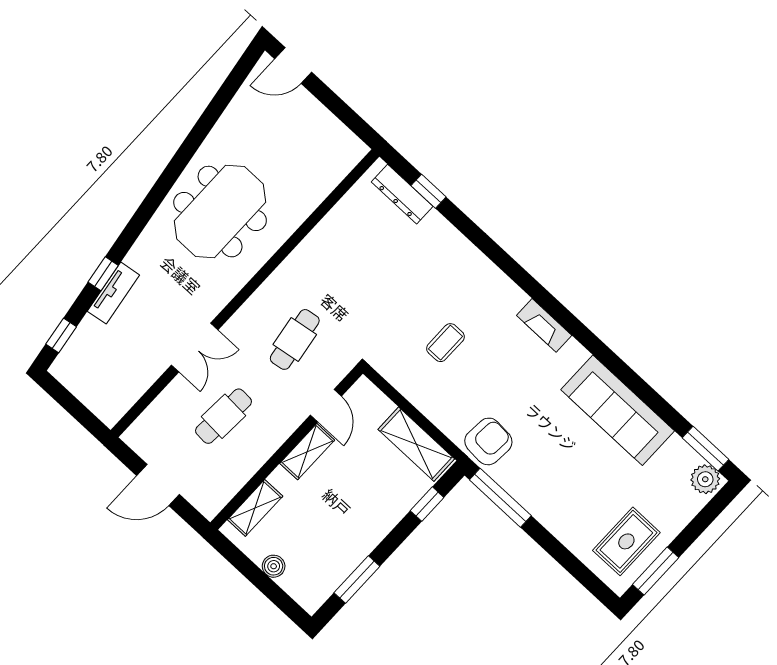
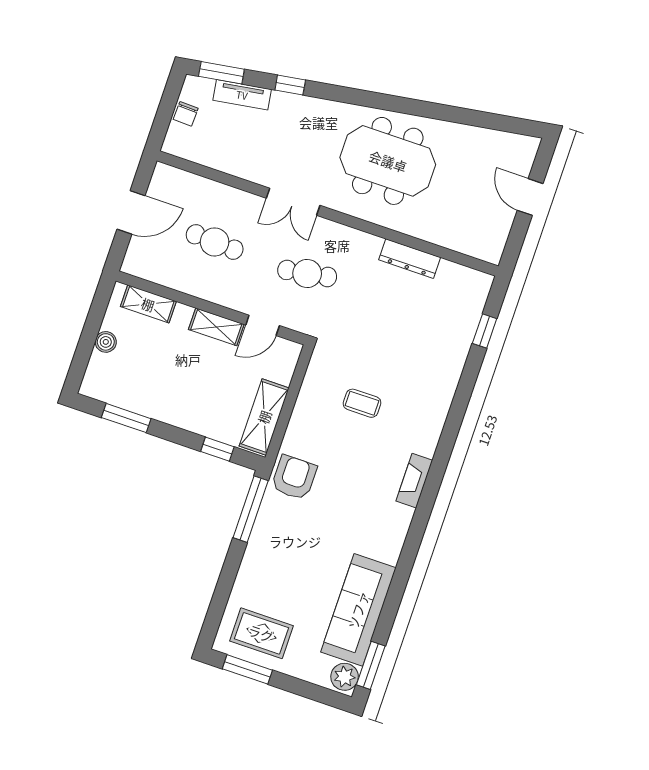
door: (293, 65) -> (530, 197), moved
dresser: (402, 194) -> (410, 259), moved, turned -90
tv unit: (113, 293) -> (242, 95), moved
window: (61, 335) -> (221, 73), width x1.50
double door: (195, 347) -> (293, 202), moved
chair: (86, 388) -> (186, 114), added
sofa: (618, 410) -> (358, 610), moved
armchair: (488, 441) -> (294, 477), turned -94
door: (158, 485) -> (131, 212), swing flipped

